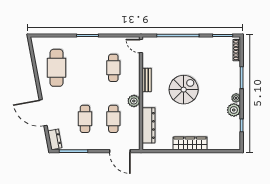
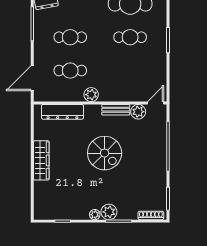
plant: (148, 61) -> (138, 112), added
cafe table: (113, 68) -> (130, 37), moved
plant: (234, 110) -> (109, 212), moved

